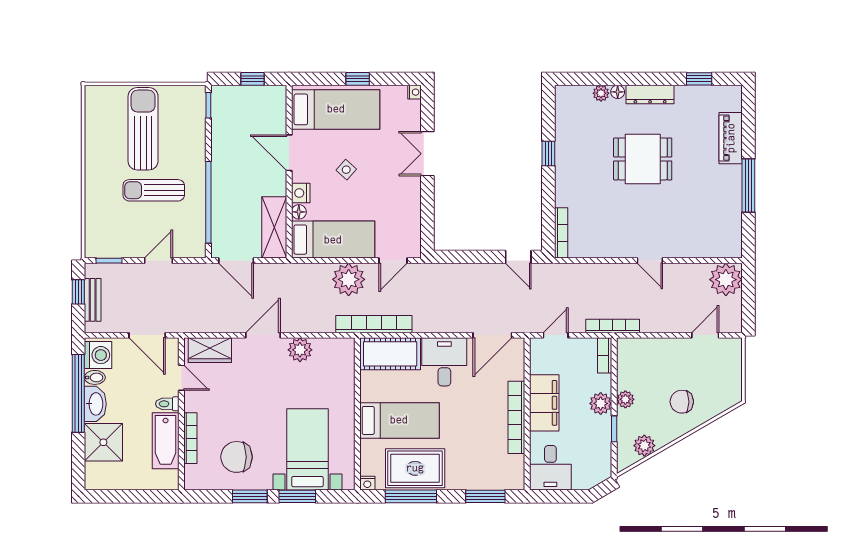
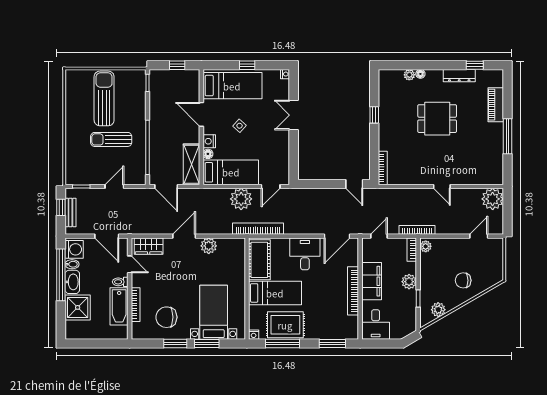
dresser: (650, 94) -> (459, 76), moved
cot: (390, 354) -> (259, 260), moved, turned 90
plant: (625, 399) -> (426, 246), moved

